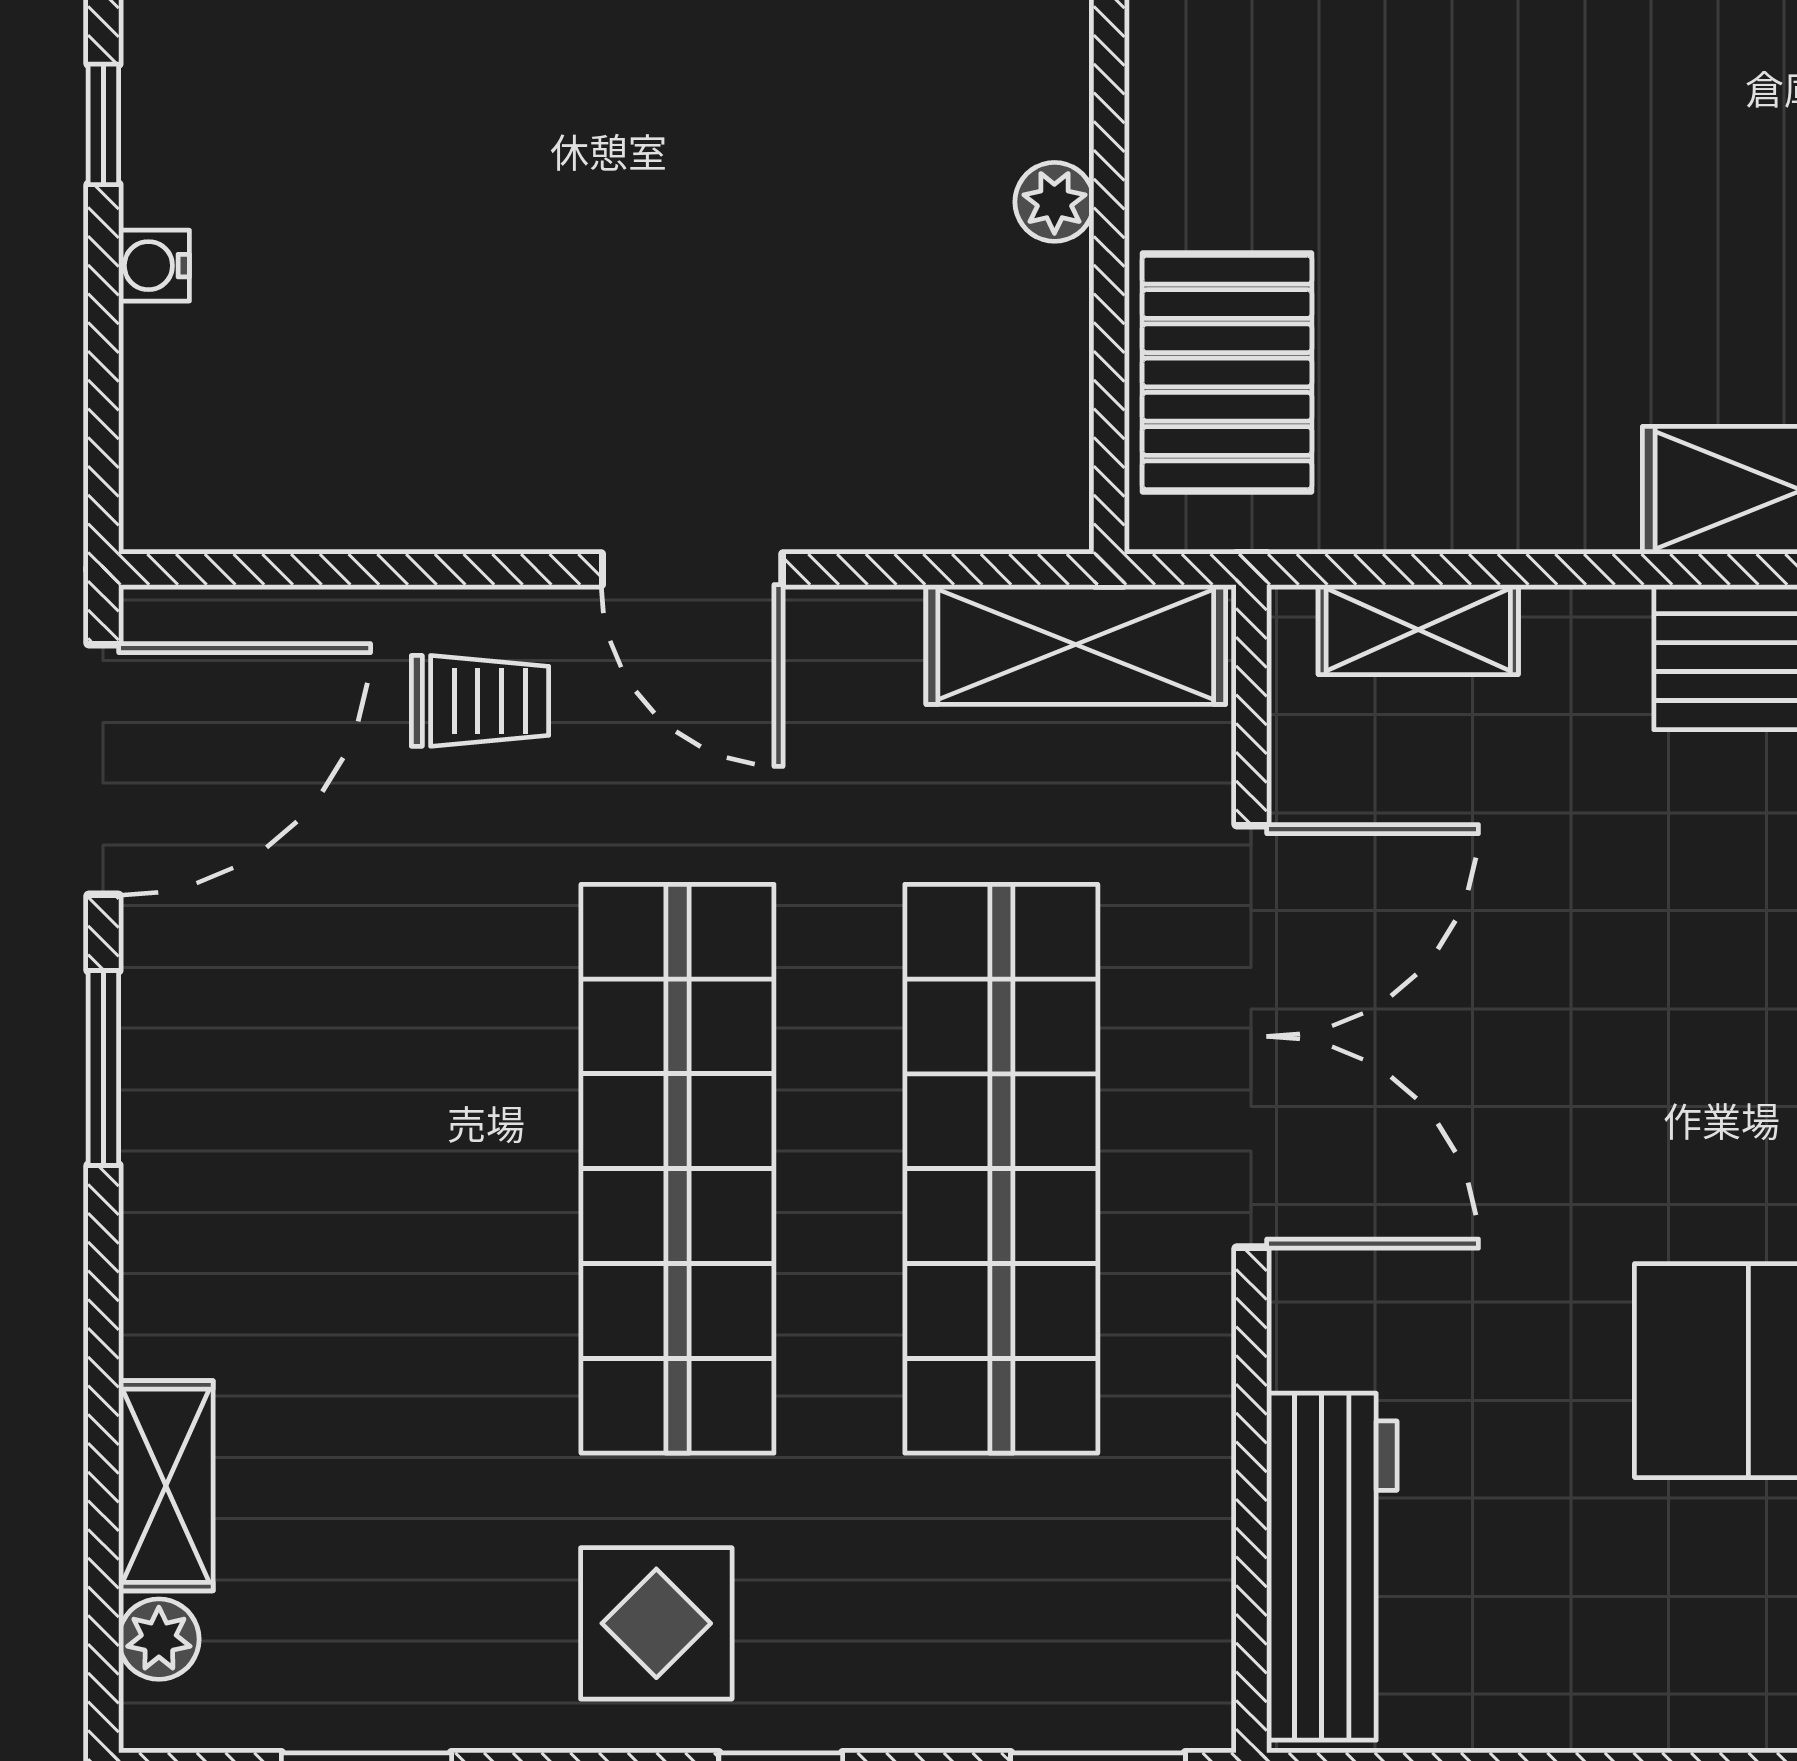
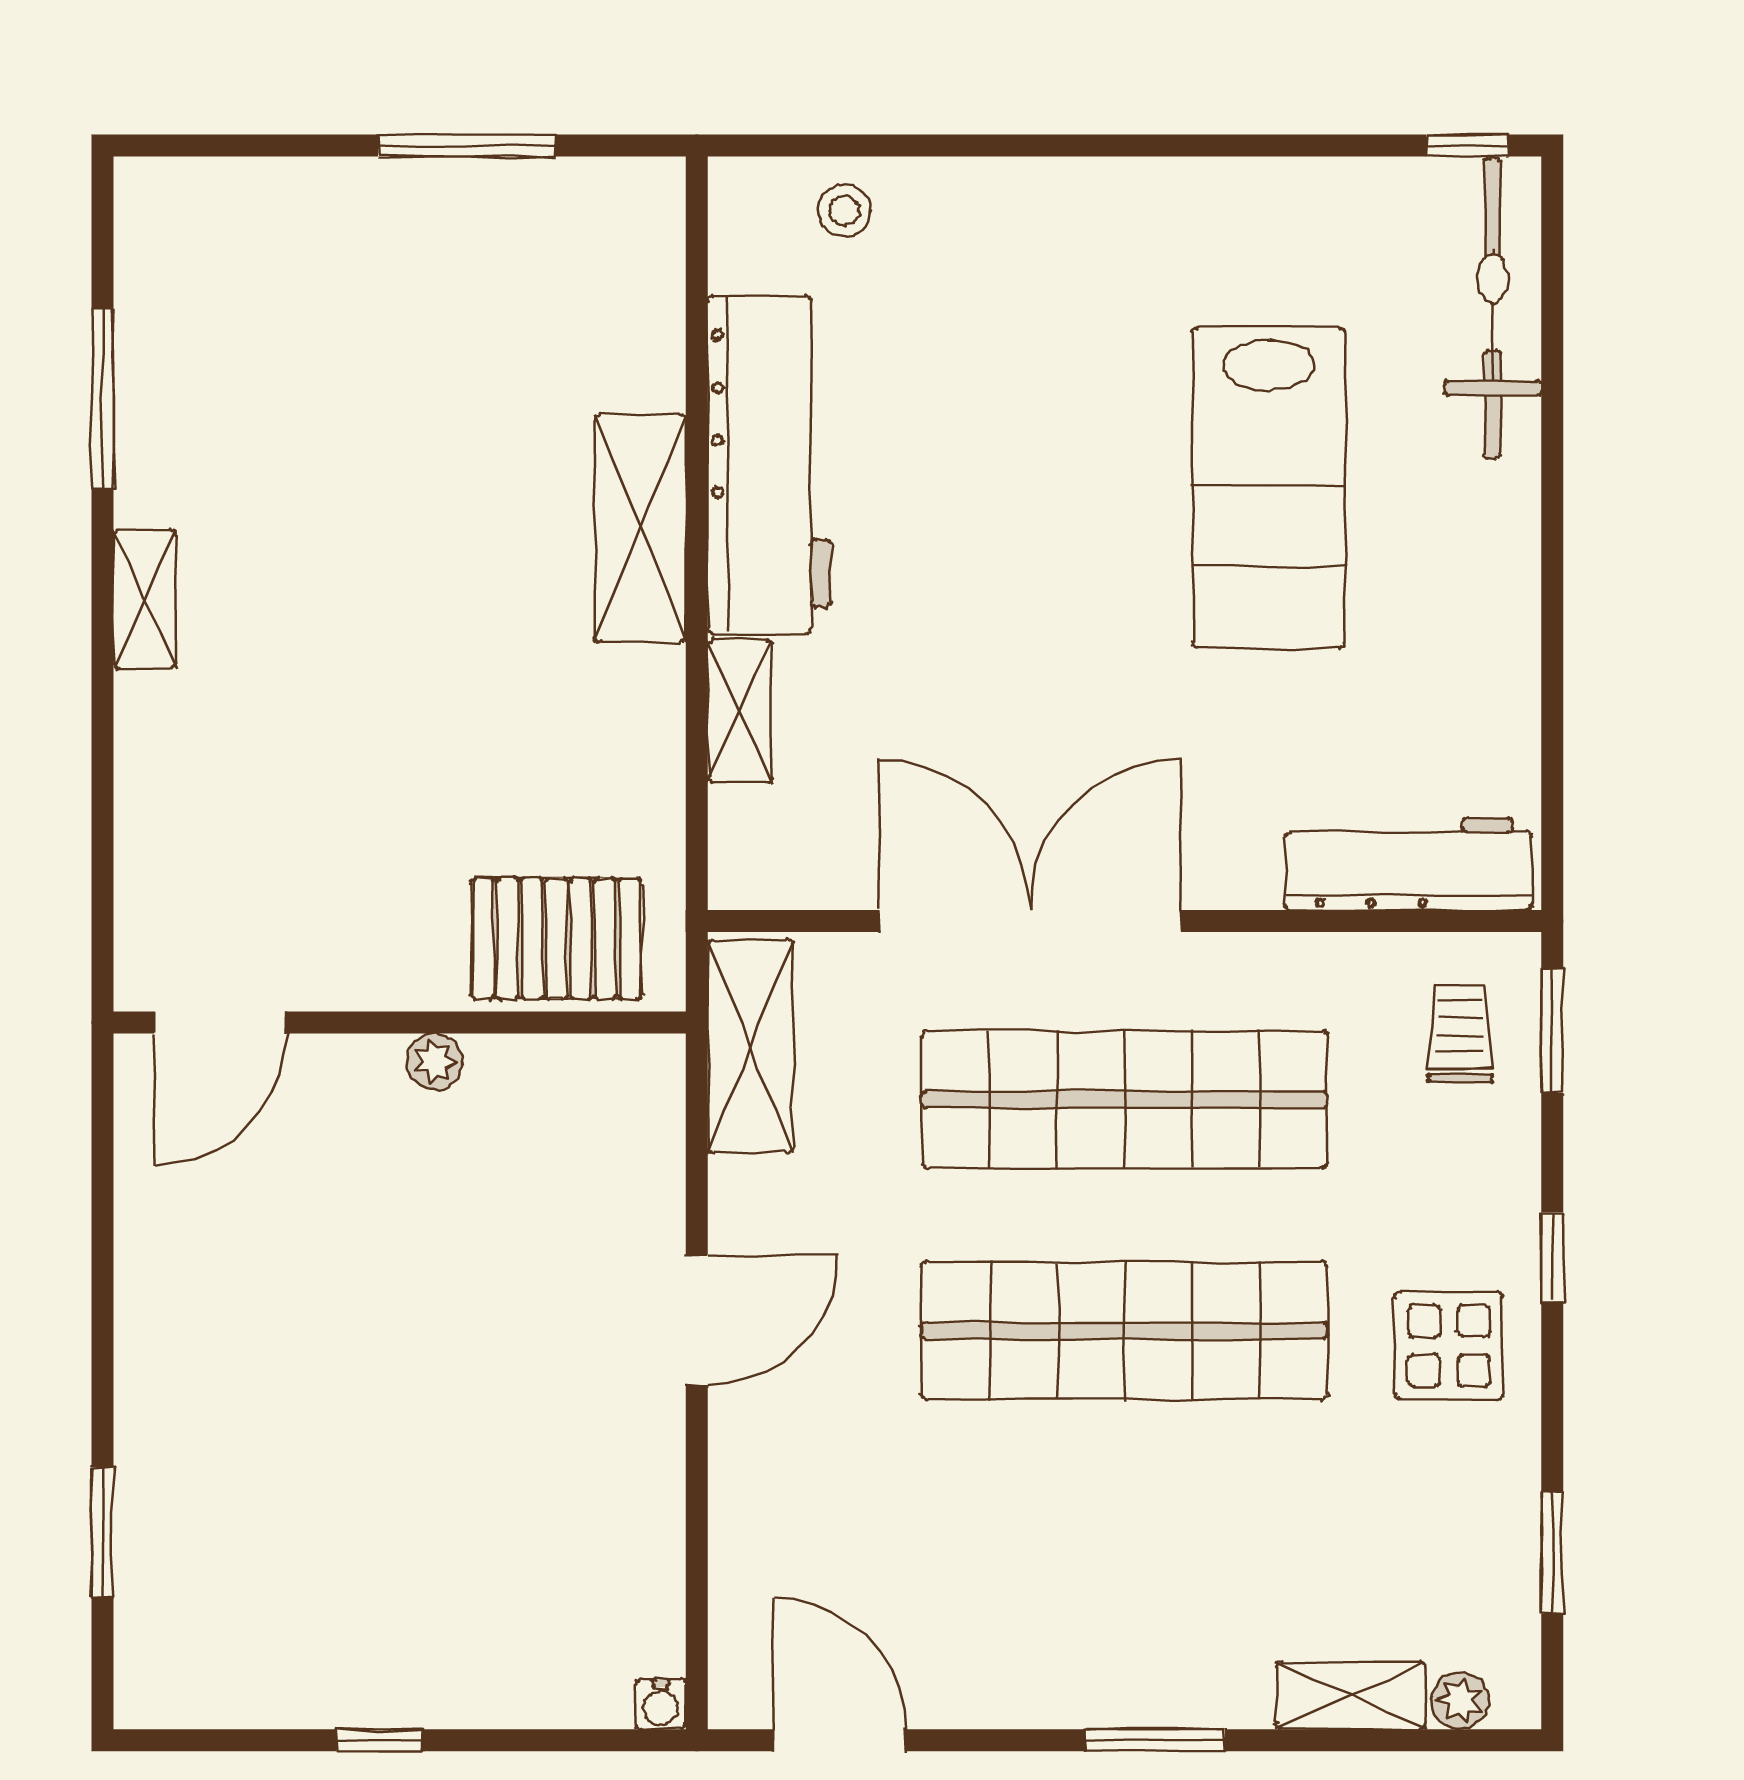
water cooler: (154, 266) -> (661, 1704), moved
shelving: (1418, 630) -> (740, 711), moved
trolley: (480, 701) -> (1460, 1033), moved
door: (103, 769) -> (840, 1740), width x0.73
window: (103, 1068) -> (1155, 1740), moved

